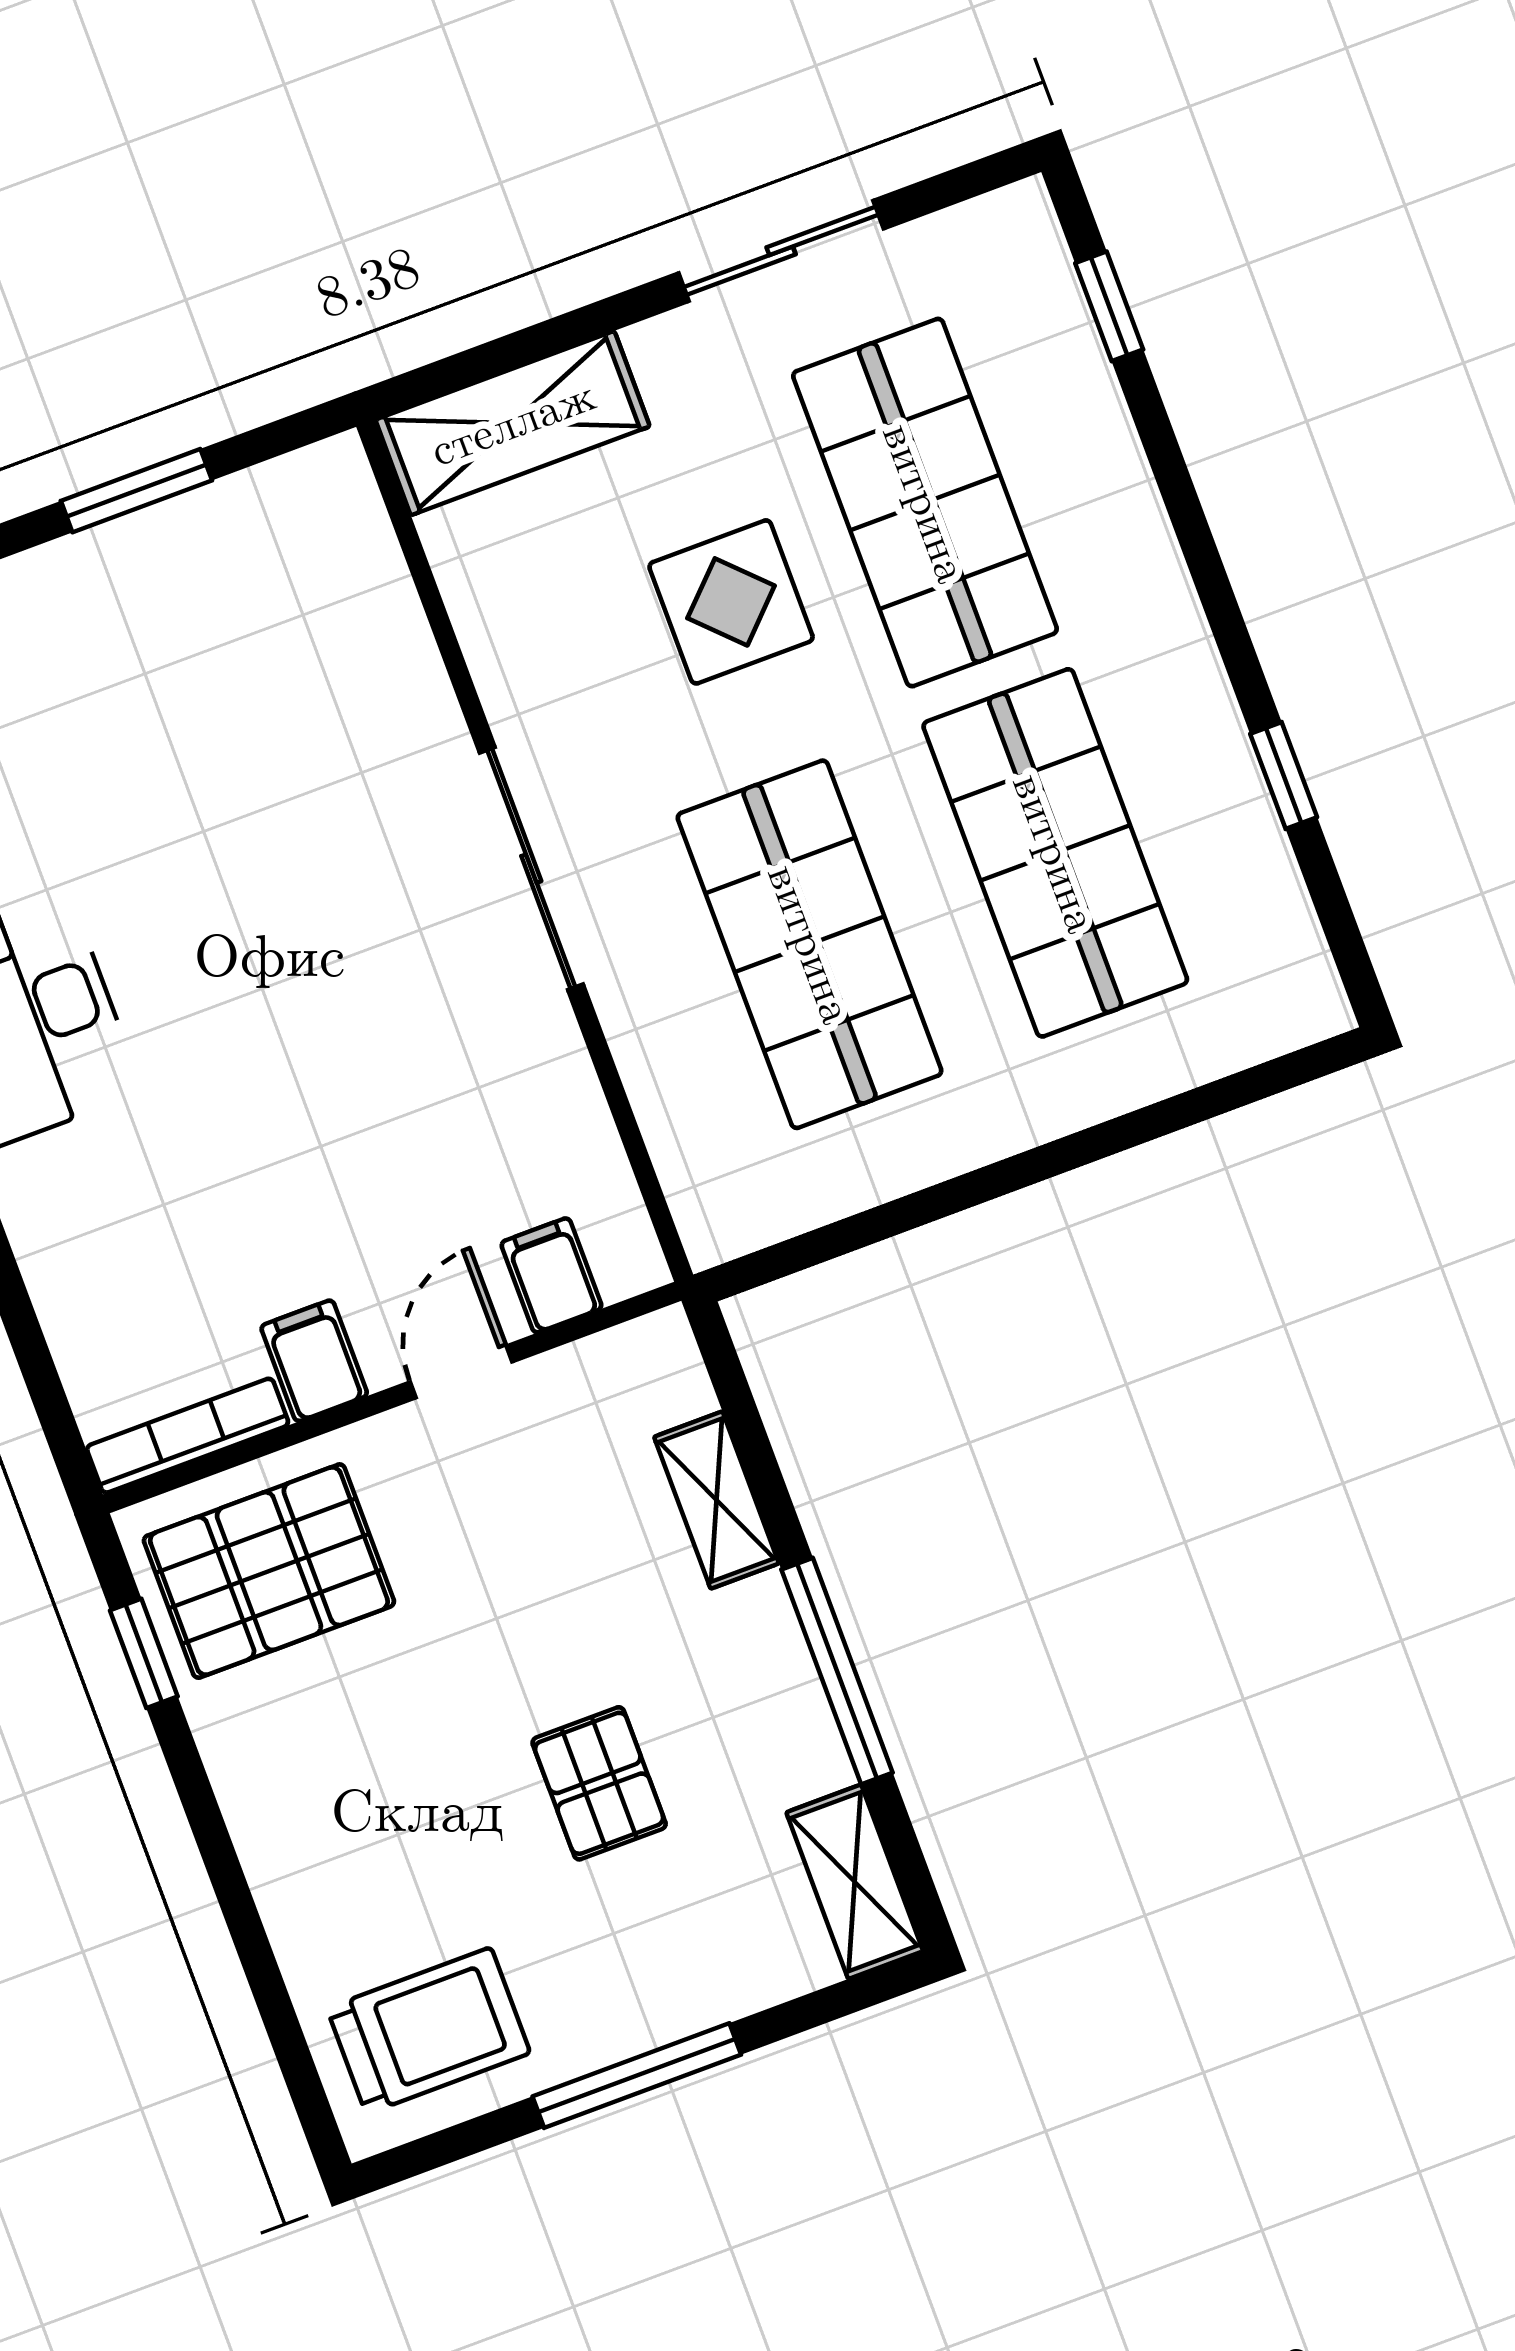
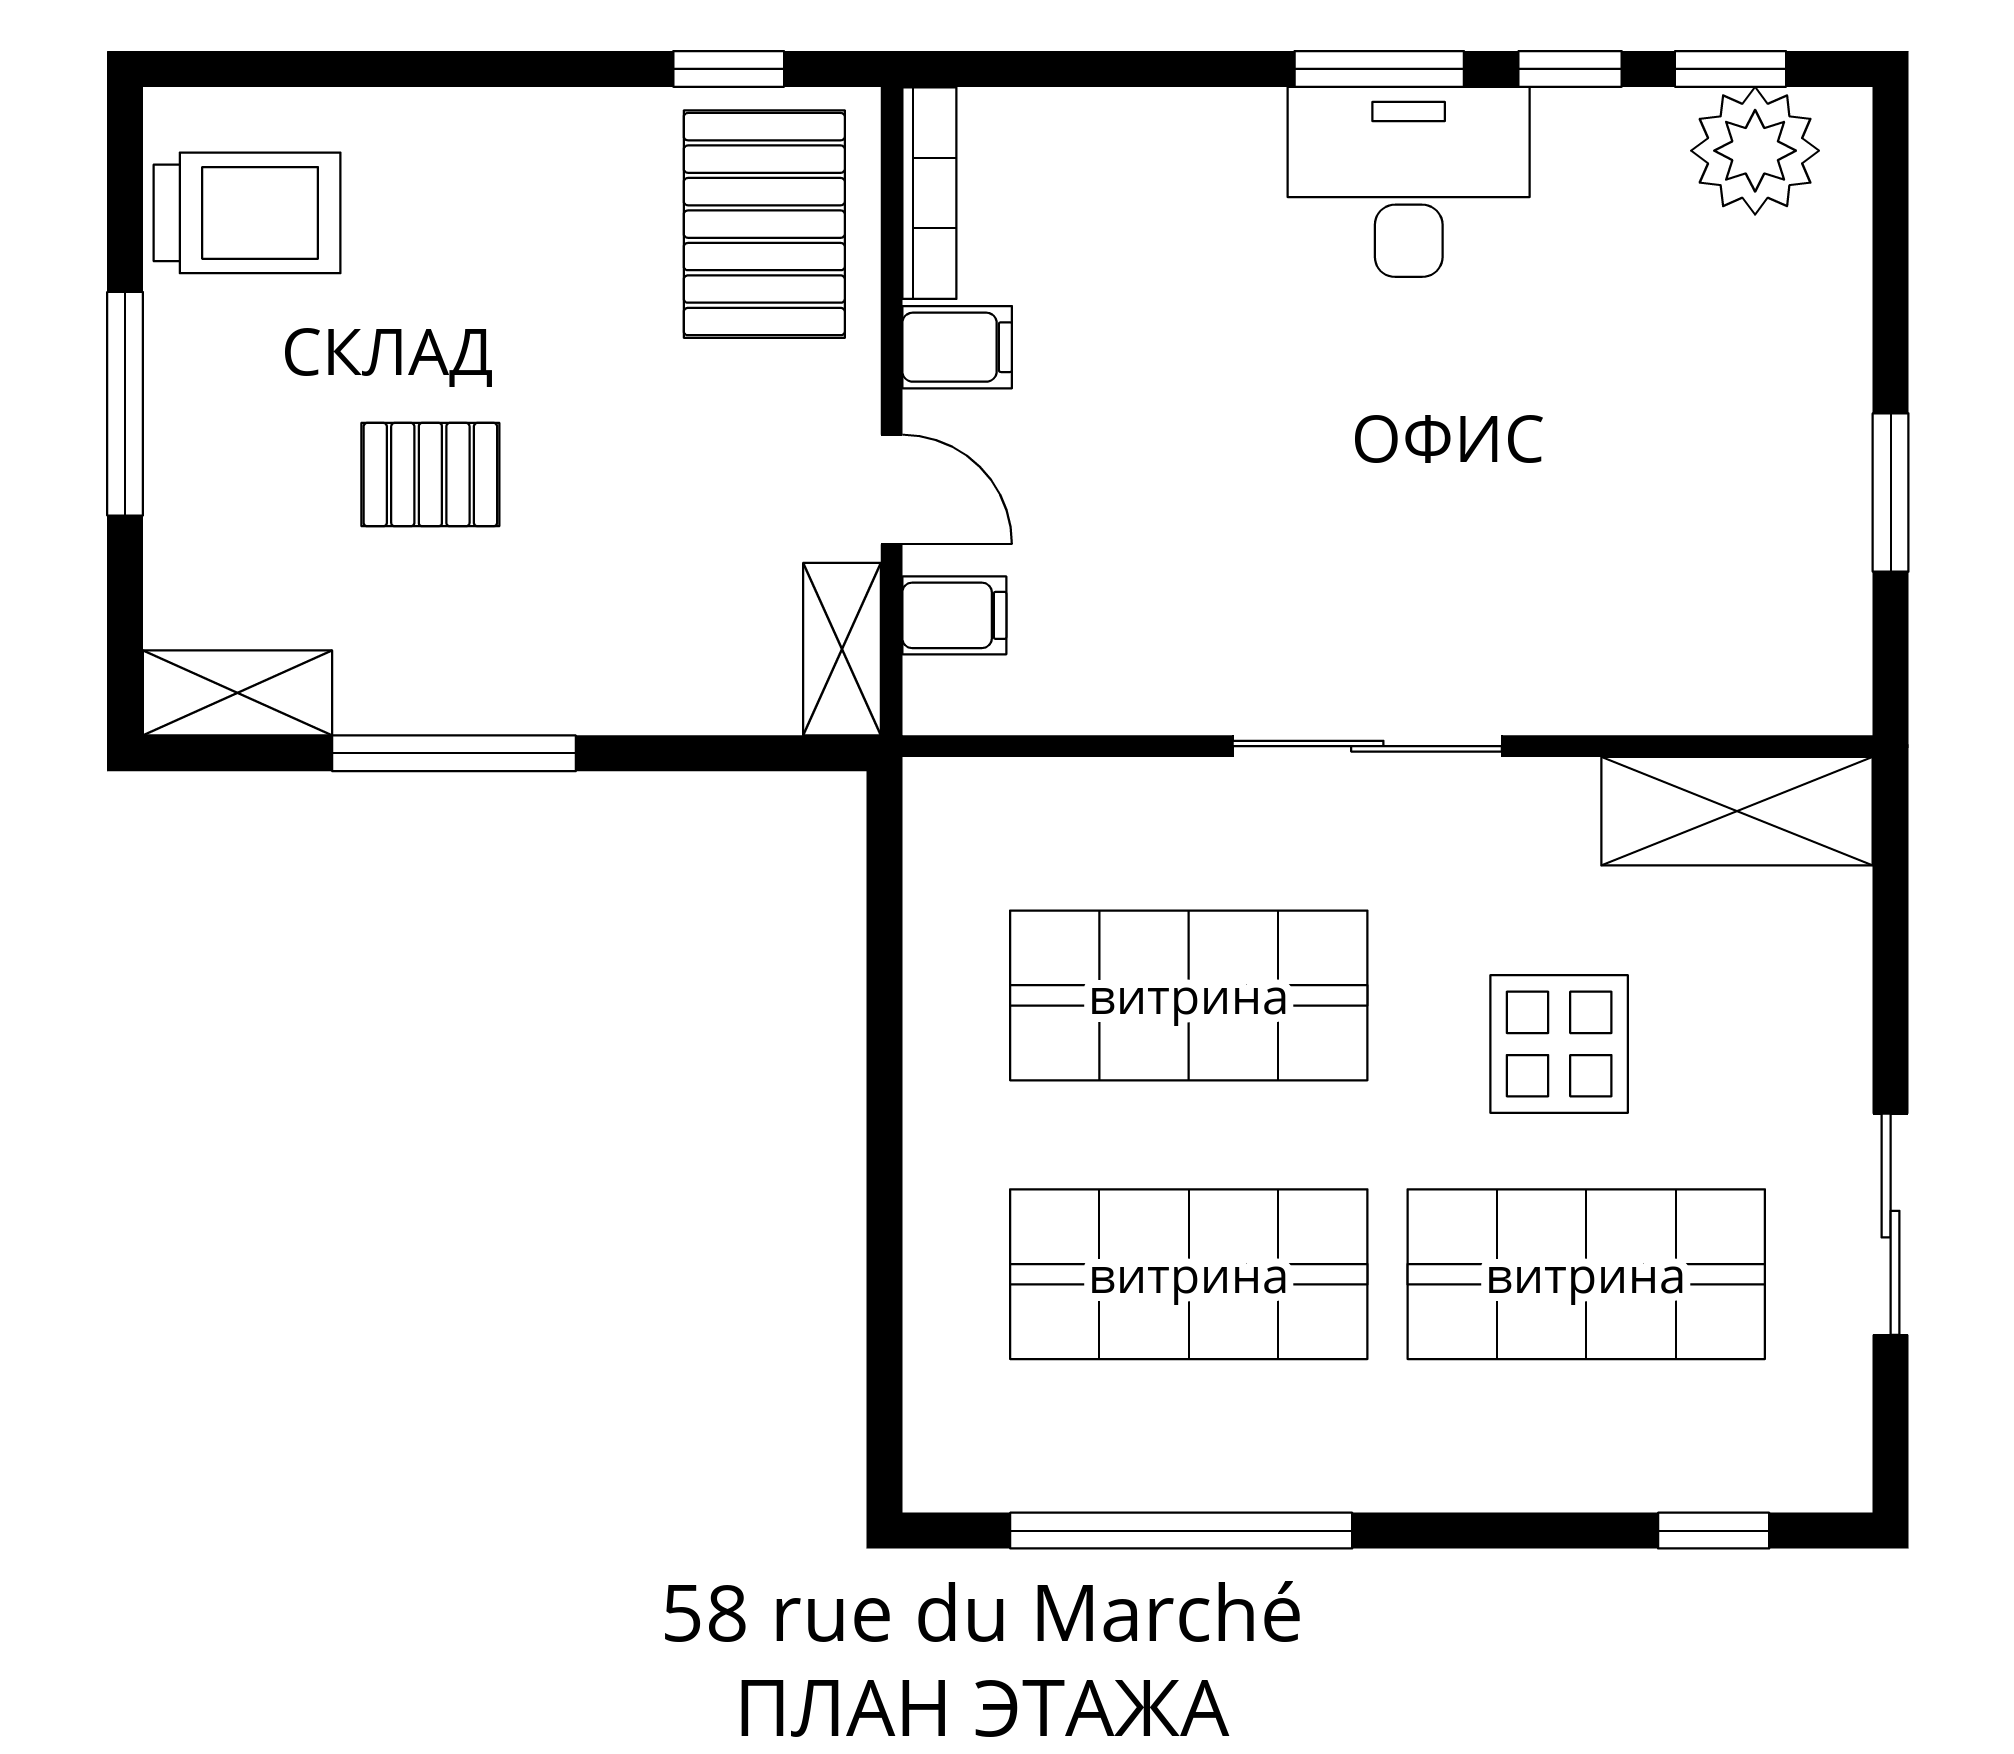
shelving: (513, 423) -> (1737, 811), moved, turned 90
window: (1284, 775) -> (1181, 1531), width x3.17
shelving: (716, 1500) -> (842, 649), moved, turned 90
trolley: (429, 2031) -> (247, 213), turned -90

